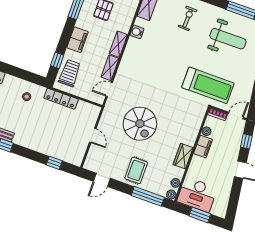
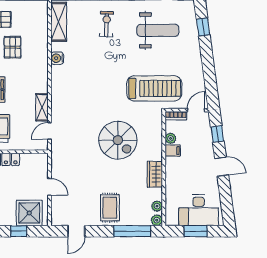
shelving: (118, 44) -> (42, 79), removed
spiral stairs: (140, 124) -> (118, 140), moved
filing cabinet: (203, 147) -> (173, 150), width x0.50
shower: (68, 151) -> (29, 213), added
desk: (197, 195) -> (199, 210), moved

